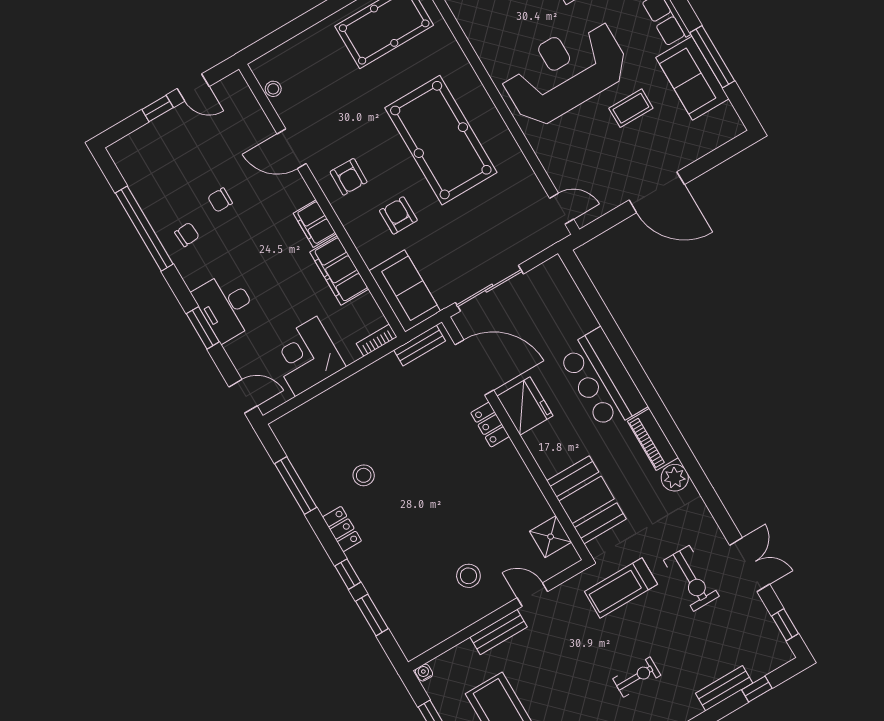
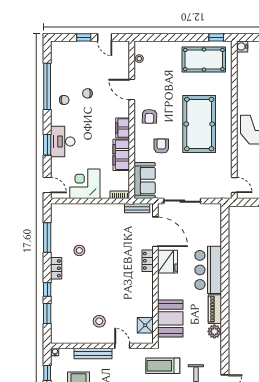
bench: (499, 632) -> (93, 354), width x1.36

